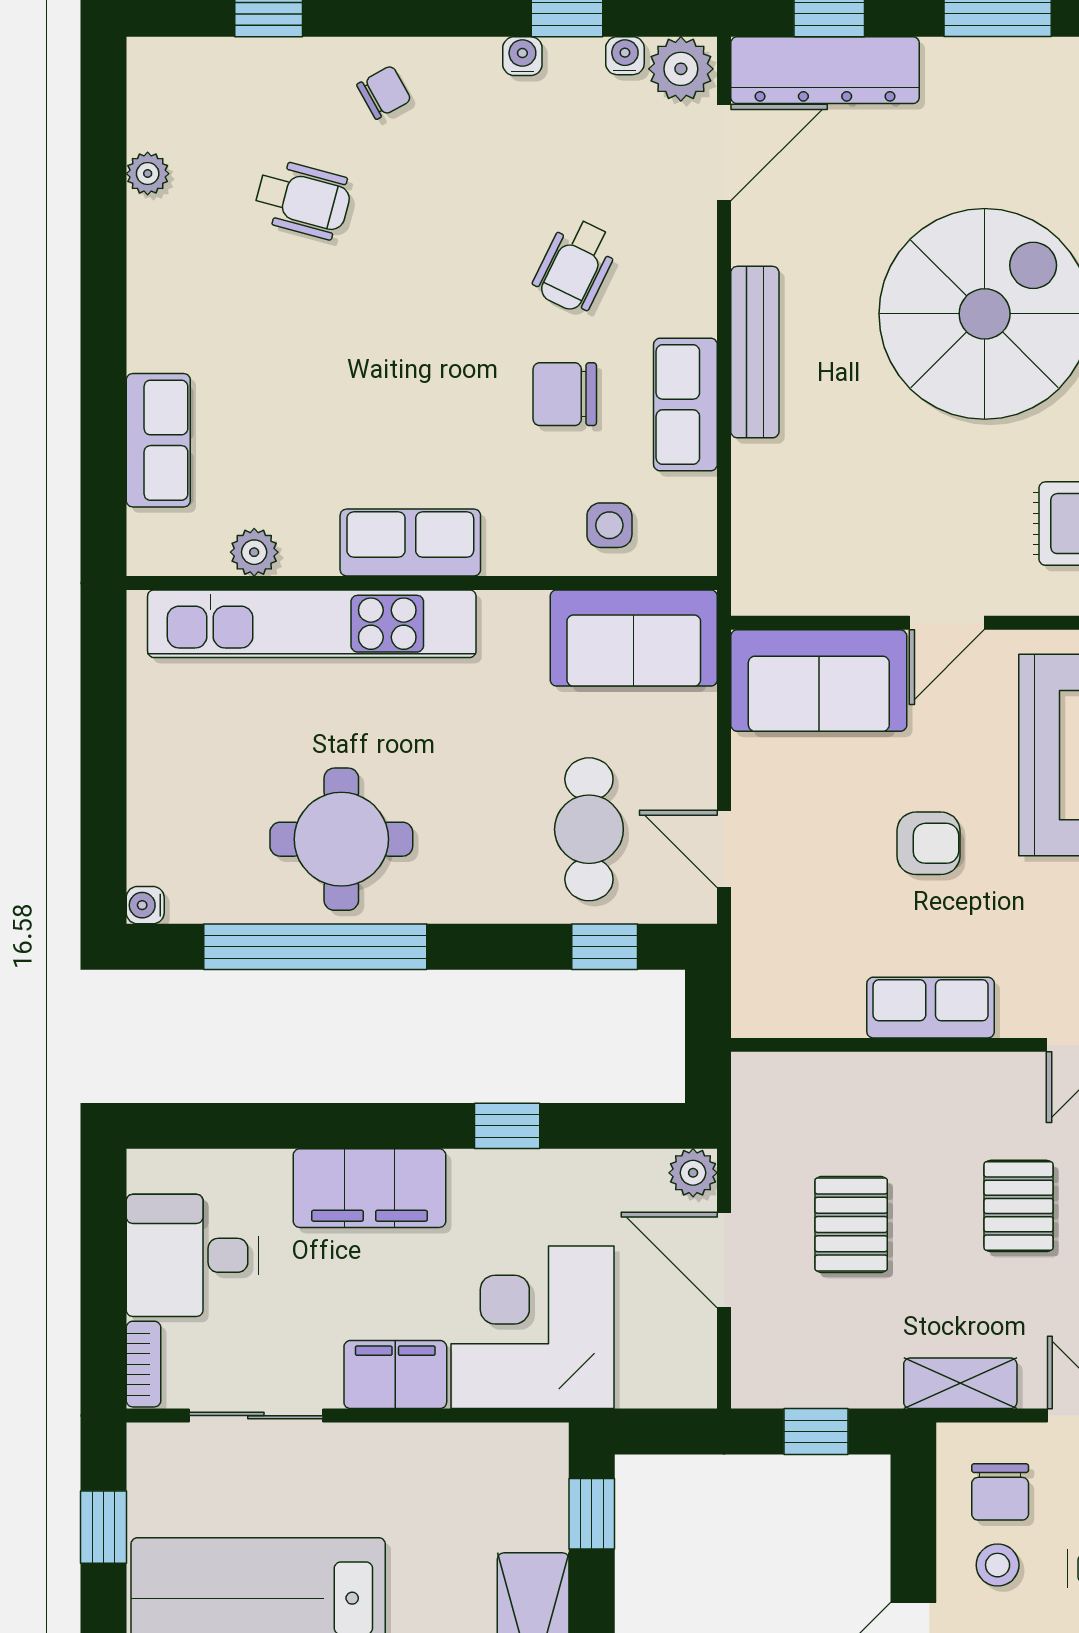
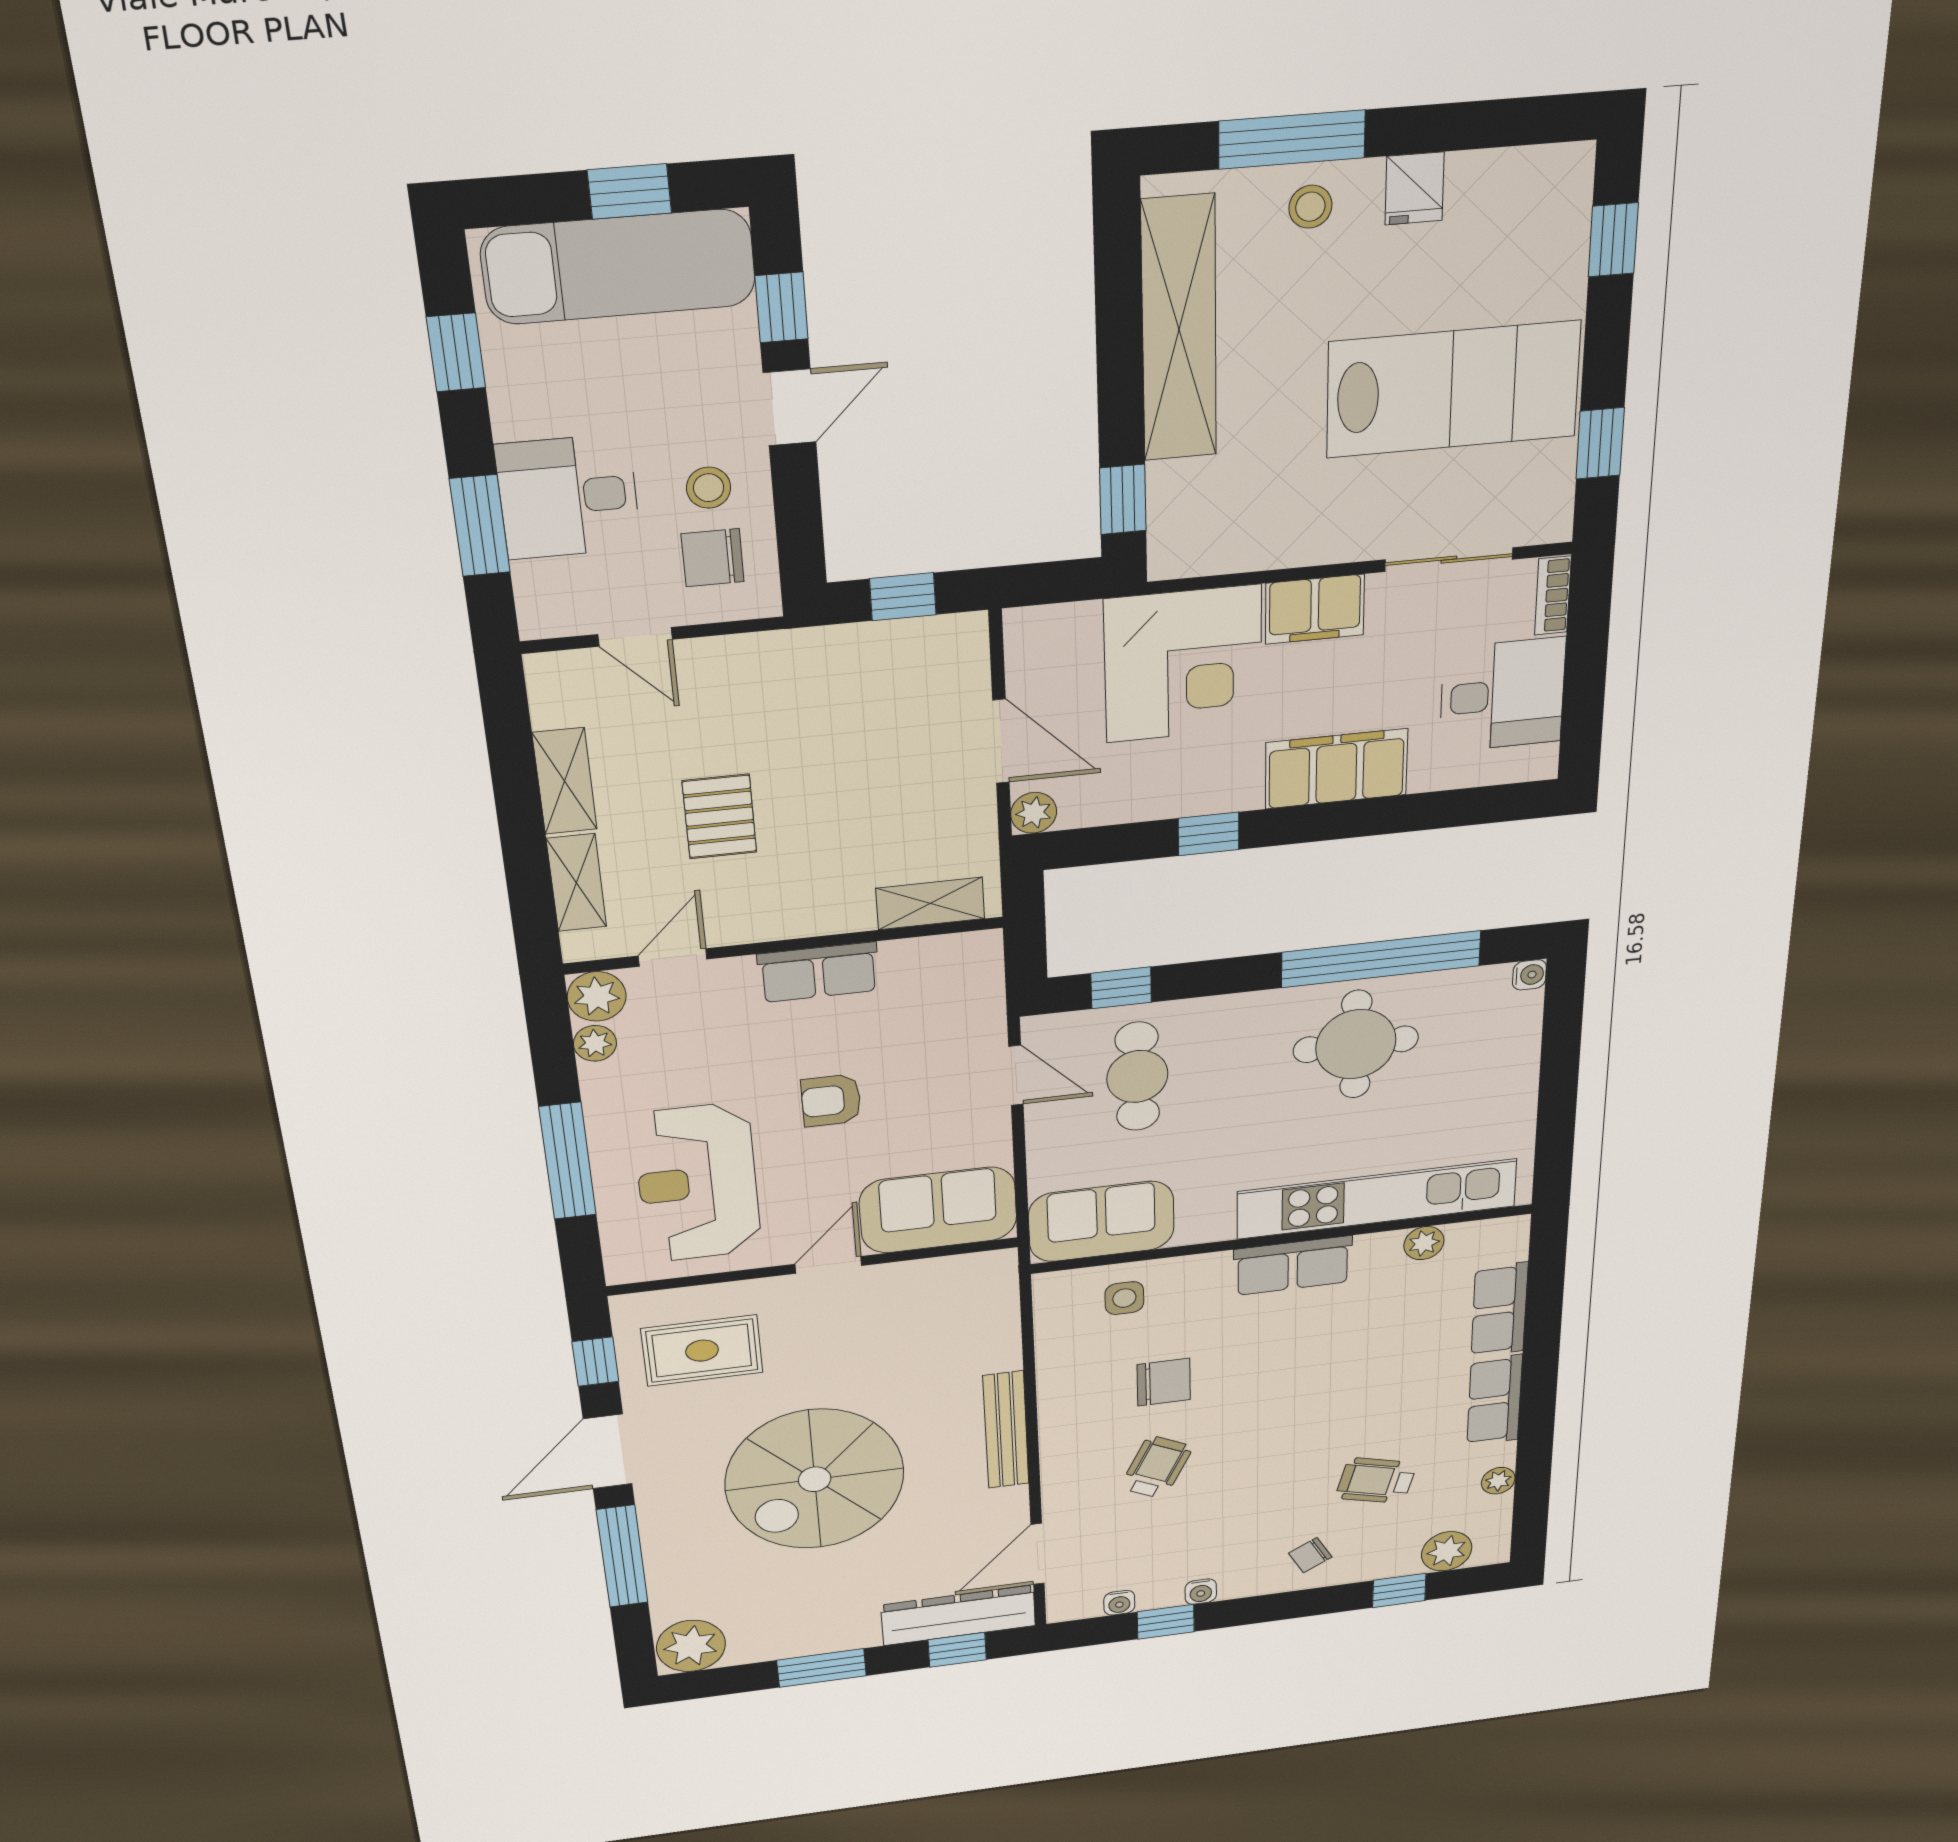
plant: (681, 69) -> (1447, 1551), moved
row of seats: (685, 404) -> (1495, 1400), moved, turned 180
pallet: (851, 1224) -> (880, 784), removed
shelving: (960, 1383) -> (930, 903), moved
chair: (1000, 1492) -> (713, 558), turned -90

